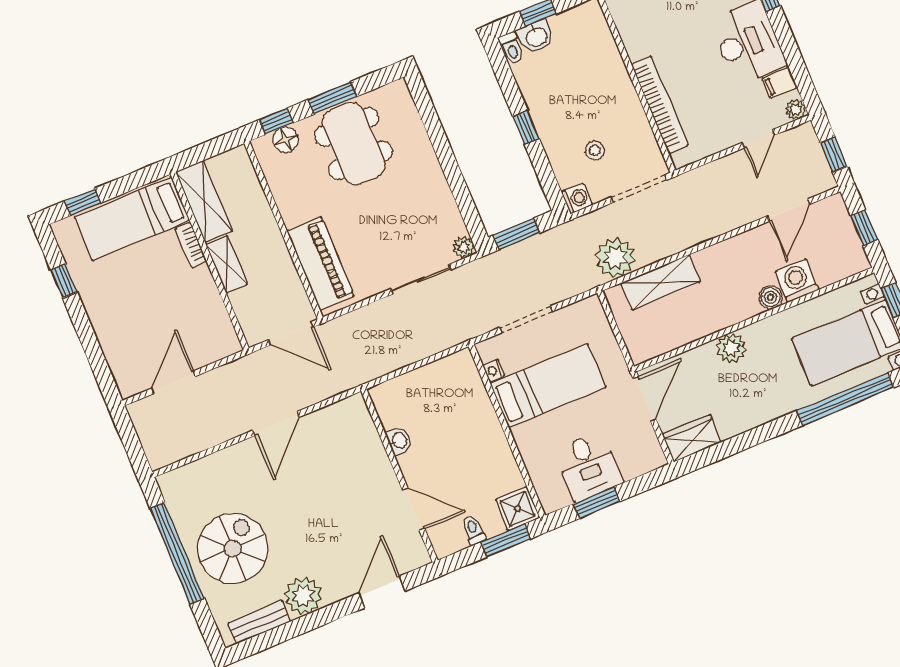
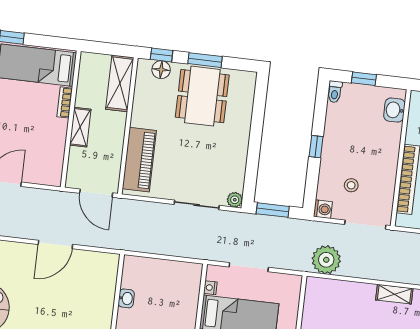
washbasin: (536, 37) -> (394, 110), moved, turned 90
shelving: (204, 201) -> (120, 83), moved
shelving: (661, 282) -> (394, 294), moved, width x0.67, depth x0.75

